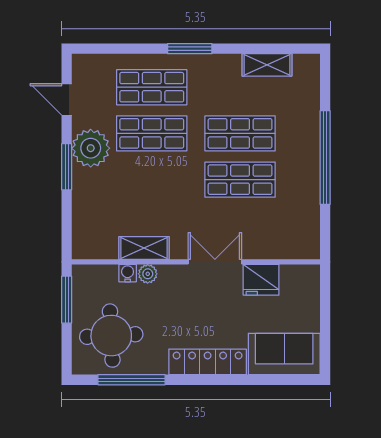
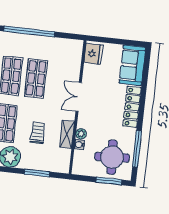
window: (67, 167) -> (37, 173), moved
trolley: (140, 194) -> (38, 133), added
fridge: (261, 280) -> (93, 54), moved
window: (67, 300) -> (109, 181), moved

